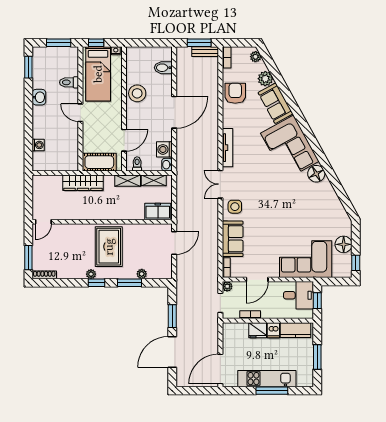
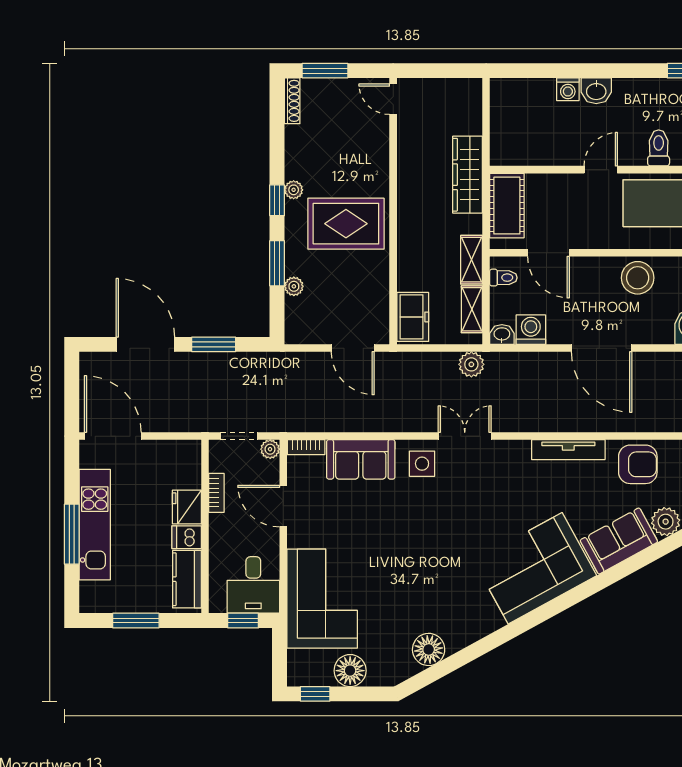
washbasin: (39, 97) -> (596, 91), moved
washing machine: (38, 145) -> (568, 89), moved
tv unit: (227, 148) -> (568, 450), moved
floor lamp: (316, 174) -> (429, 649), moved
plant: (183, 181) -> (471, 364), added

